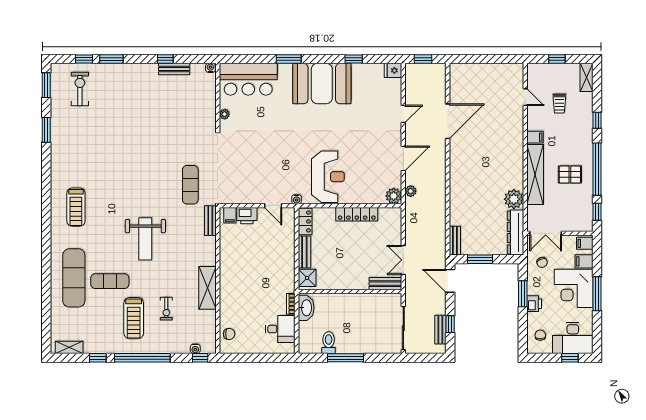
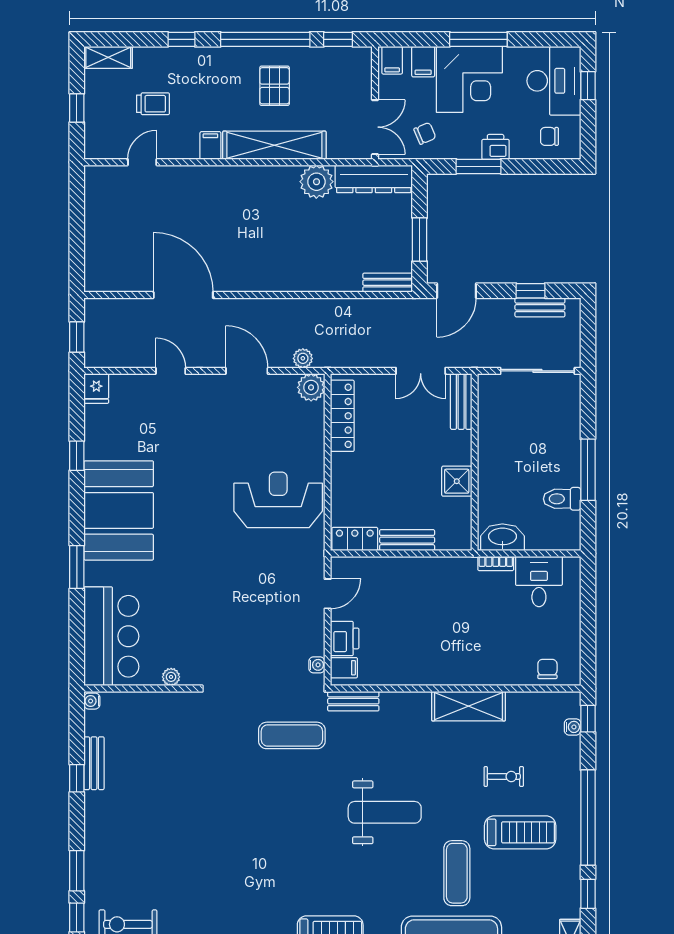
water cooler: (297, 199) -> (317, 665), moved
locker: (357, 214) -> (342, 416), moved
shower: (307, 278) -> (457, 481), moved

